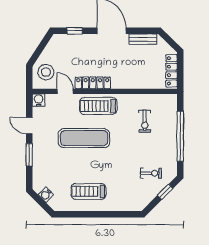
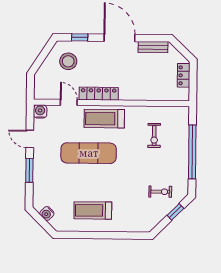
locker: (172, 71) -> (184, 75), width x0.66
stool: (46, 72) -> (68, 61), moved

